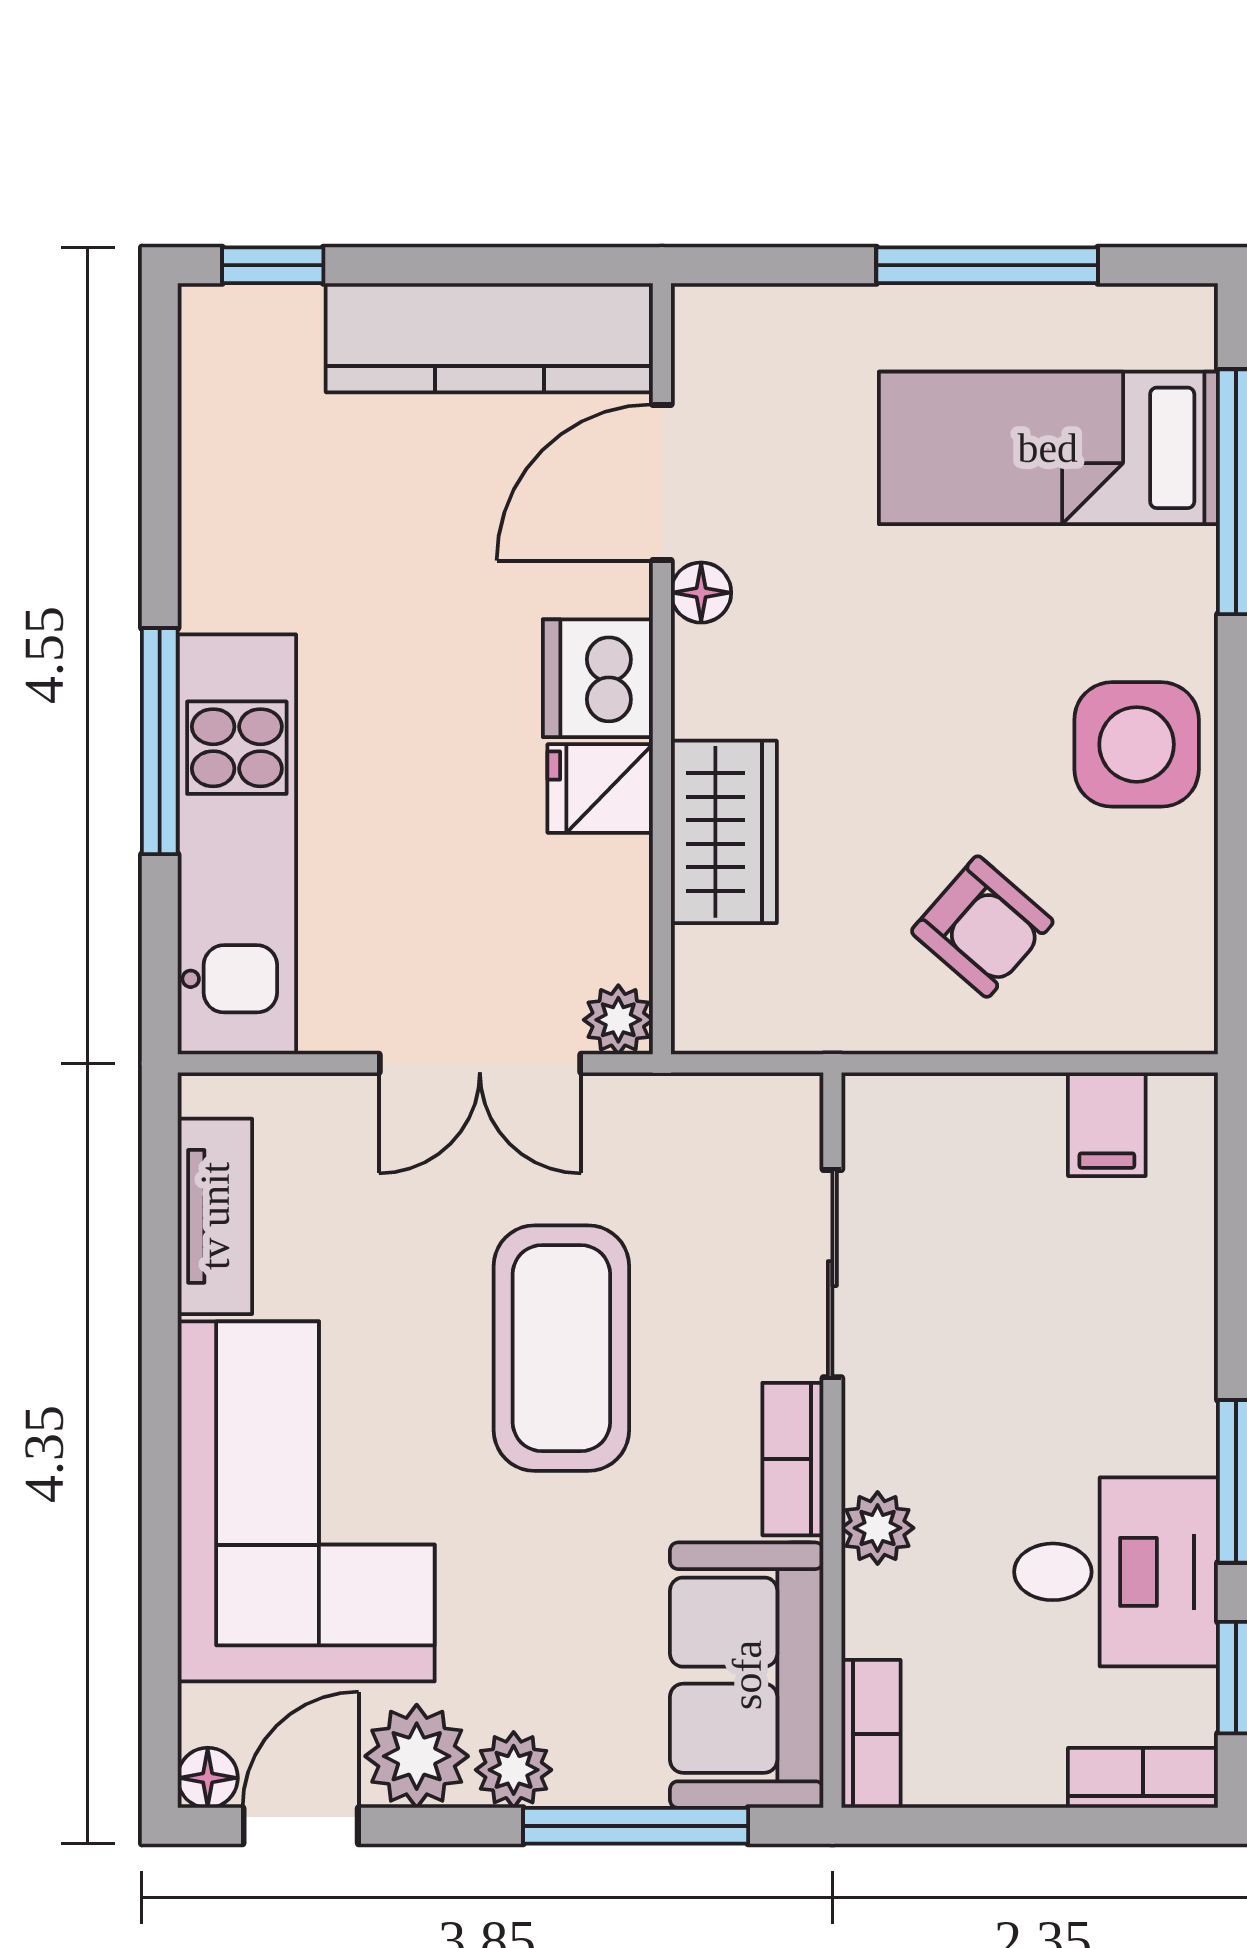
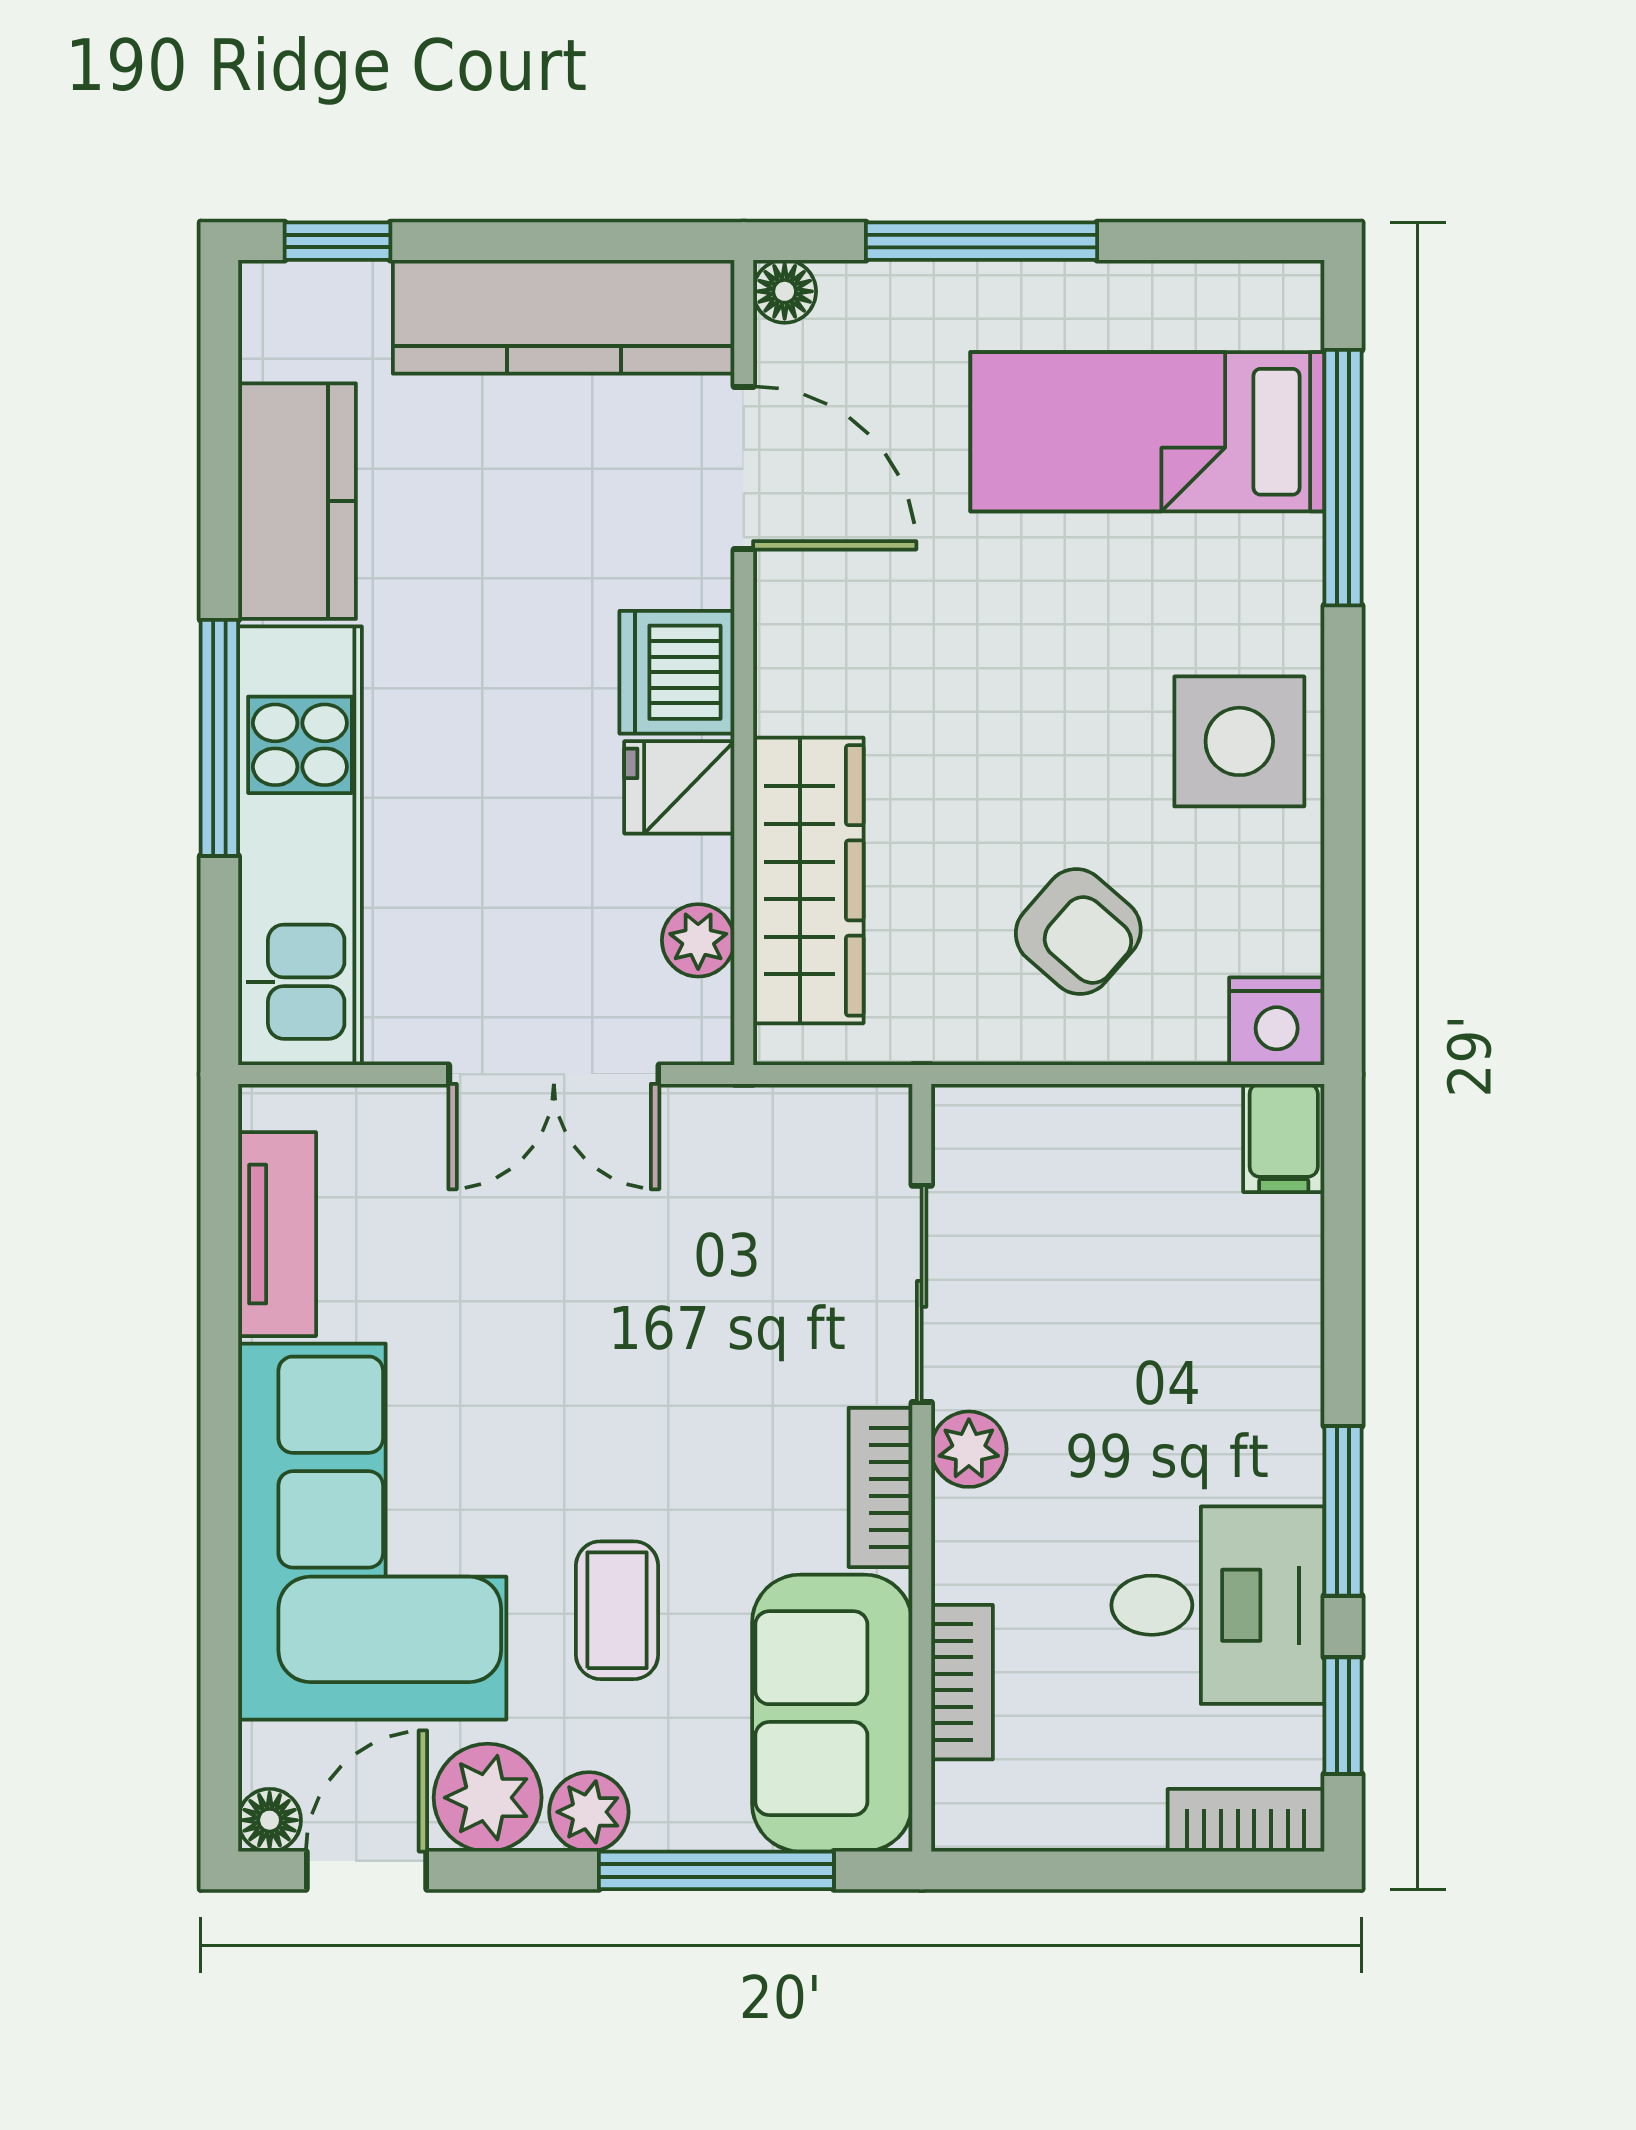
window: (987, 265) -> (982, 241), moved
door: (662, 482) -> (744, 468), swing flipped
kitchen counter: (234, 514) -> (297, 501), added
floor lamp: (701, 593) -> (785, 291), moved
wardrobe: (724, 832) -> (808, 880), width x1.50
nightstand: (1172, 1013) -> (1277, 1021), added
plant: (618, 1020) -> (698, 940), moved
filing cabinet: (1107, 1124) -> (1284, 1138), moved
coffee table: (561, 1348) -> (617, 1610), moved, width x0.54, depth x0.58
plant: (878, 1528) -> (969, 1449), moved
bookcase: (871, 1734) -> (962, 1682), moved

